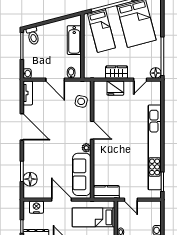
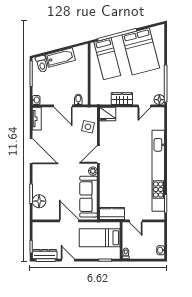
bathtub: (74, 40) -> (60, 57), moved, turned -105
fridge: (115, 88) -> (108, 114), moved
door: (92, 130) -> (98, 154), swing flipped
nightstand: (36, 207) -> (45, 228), removed

